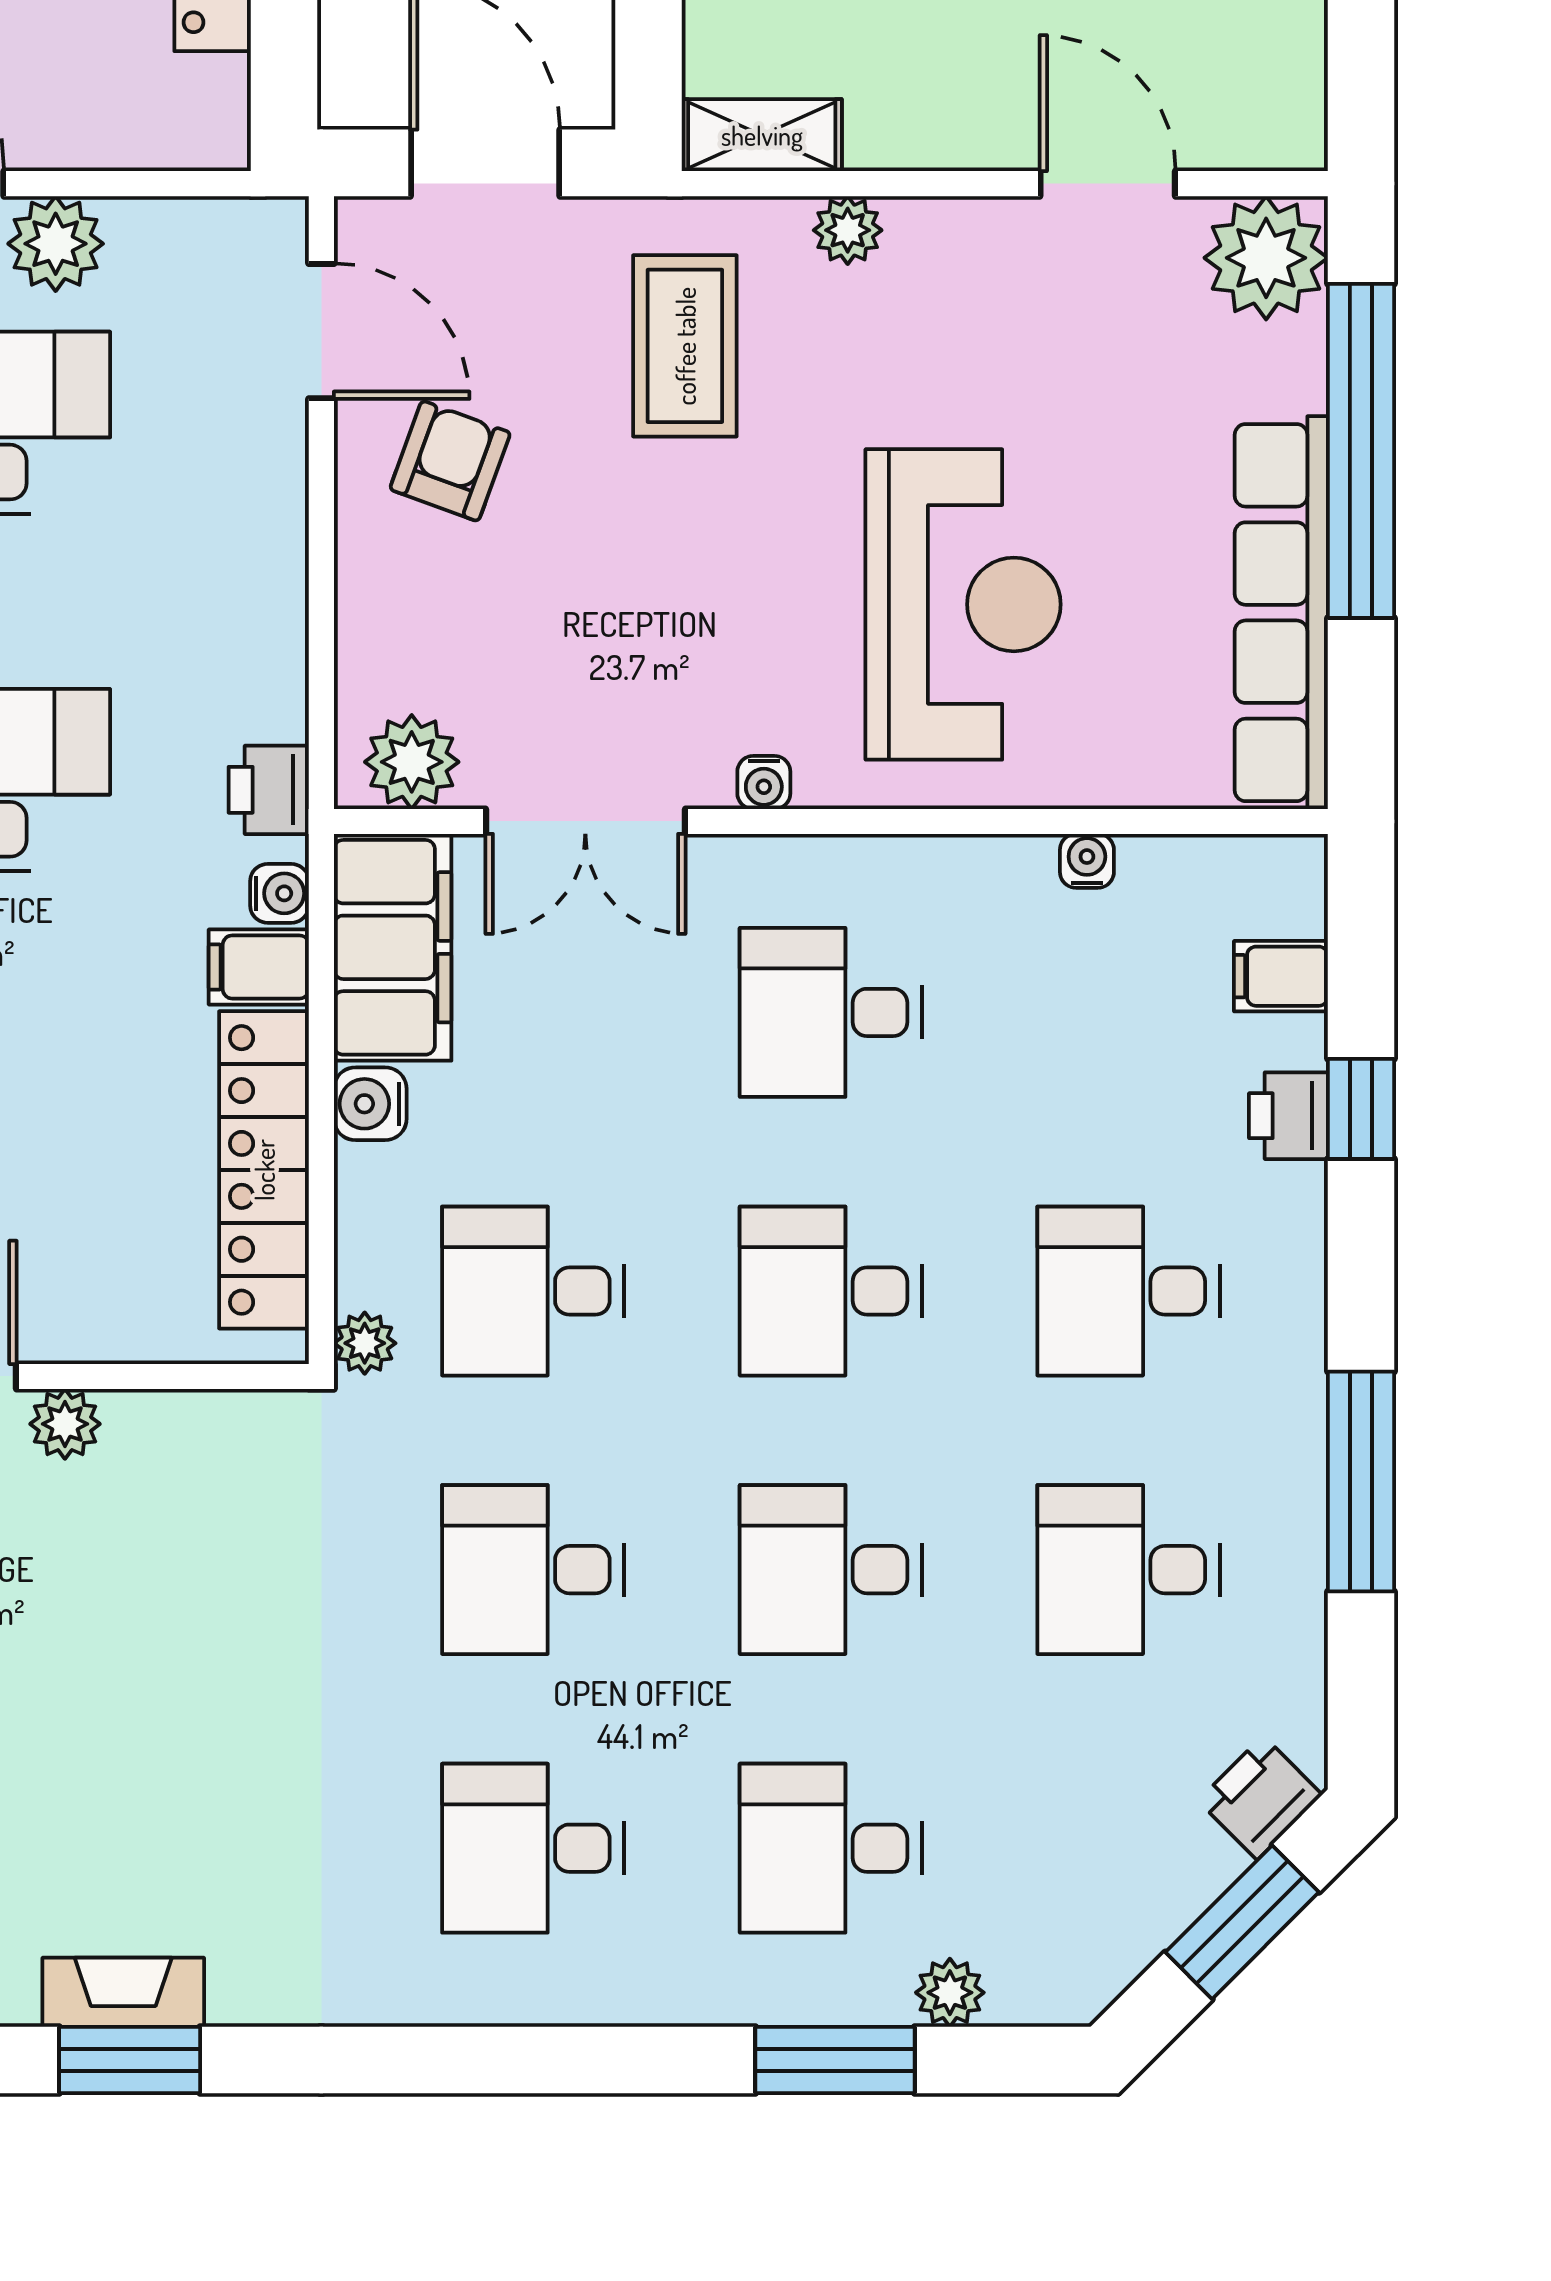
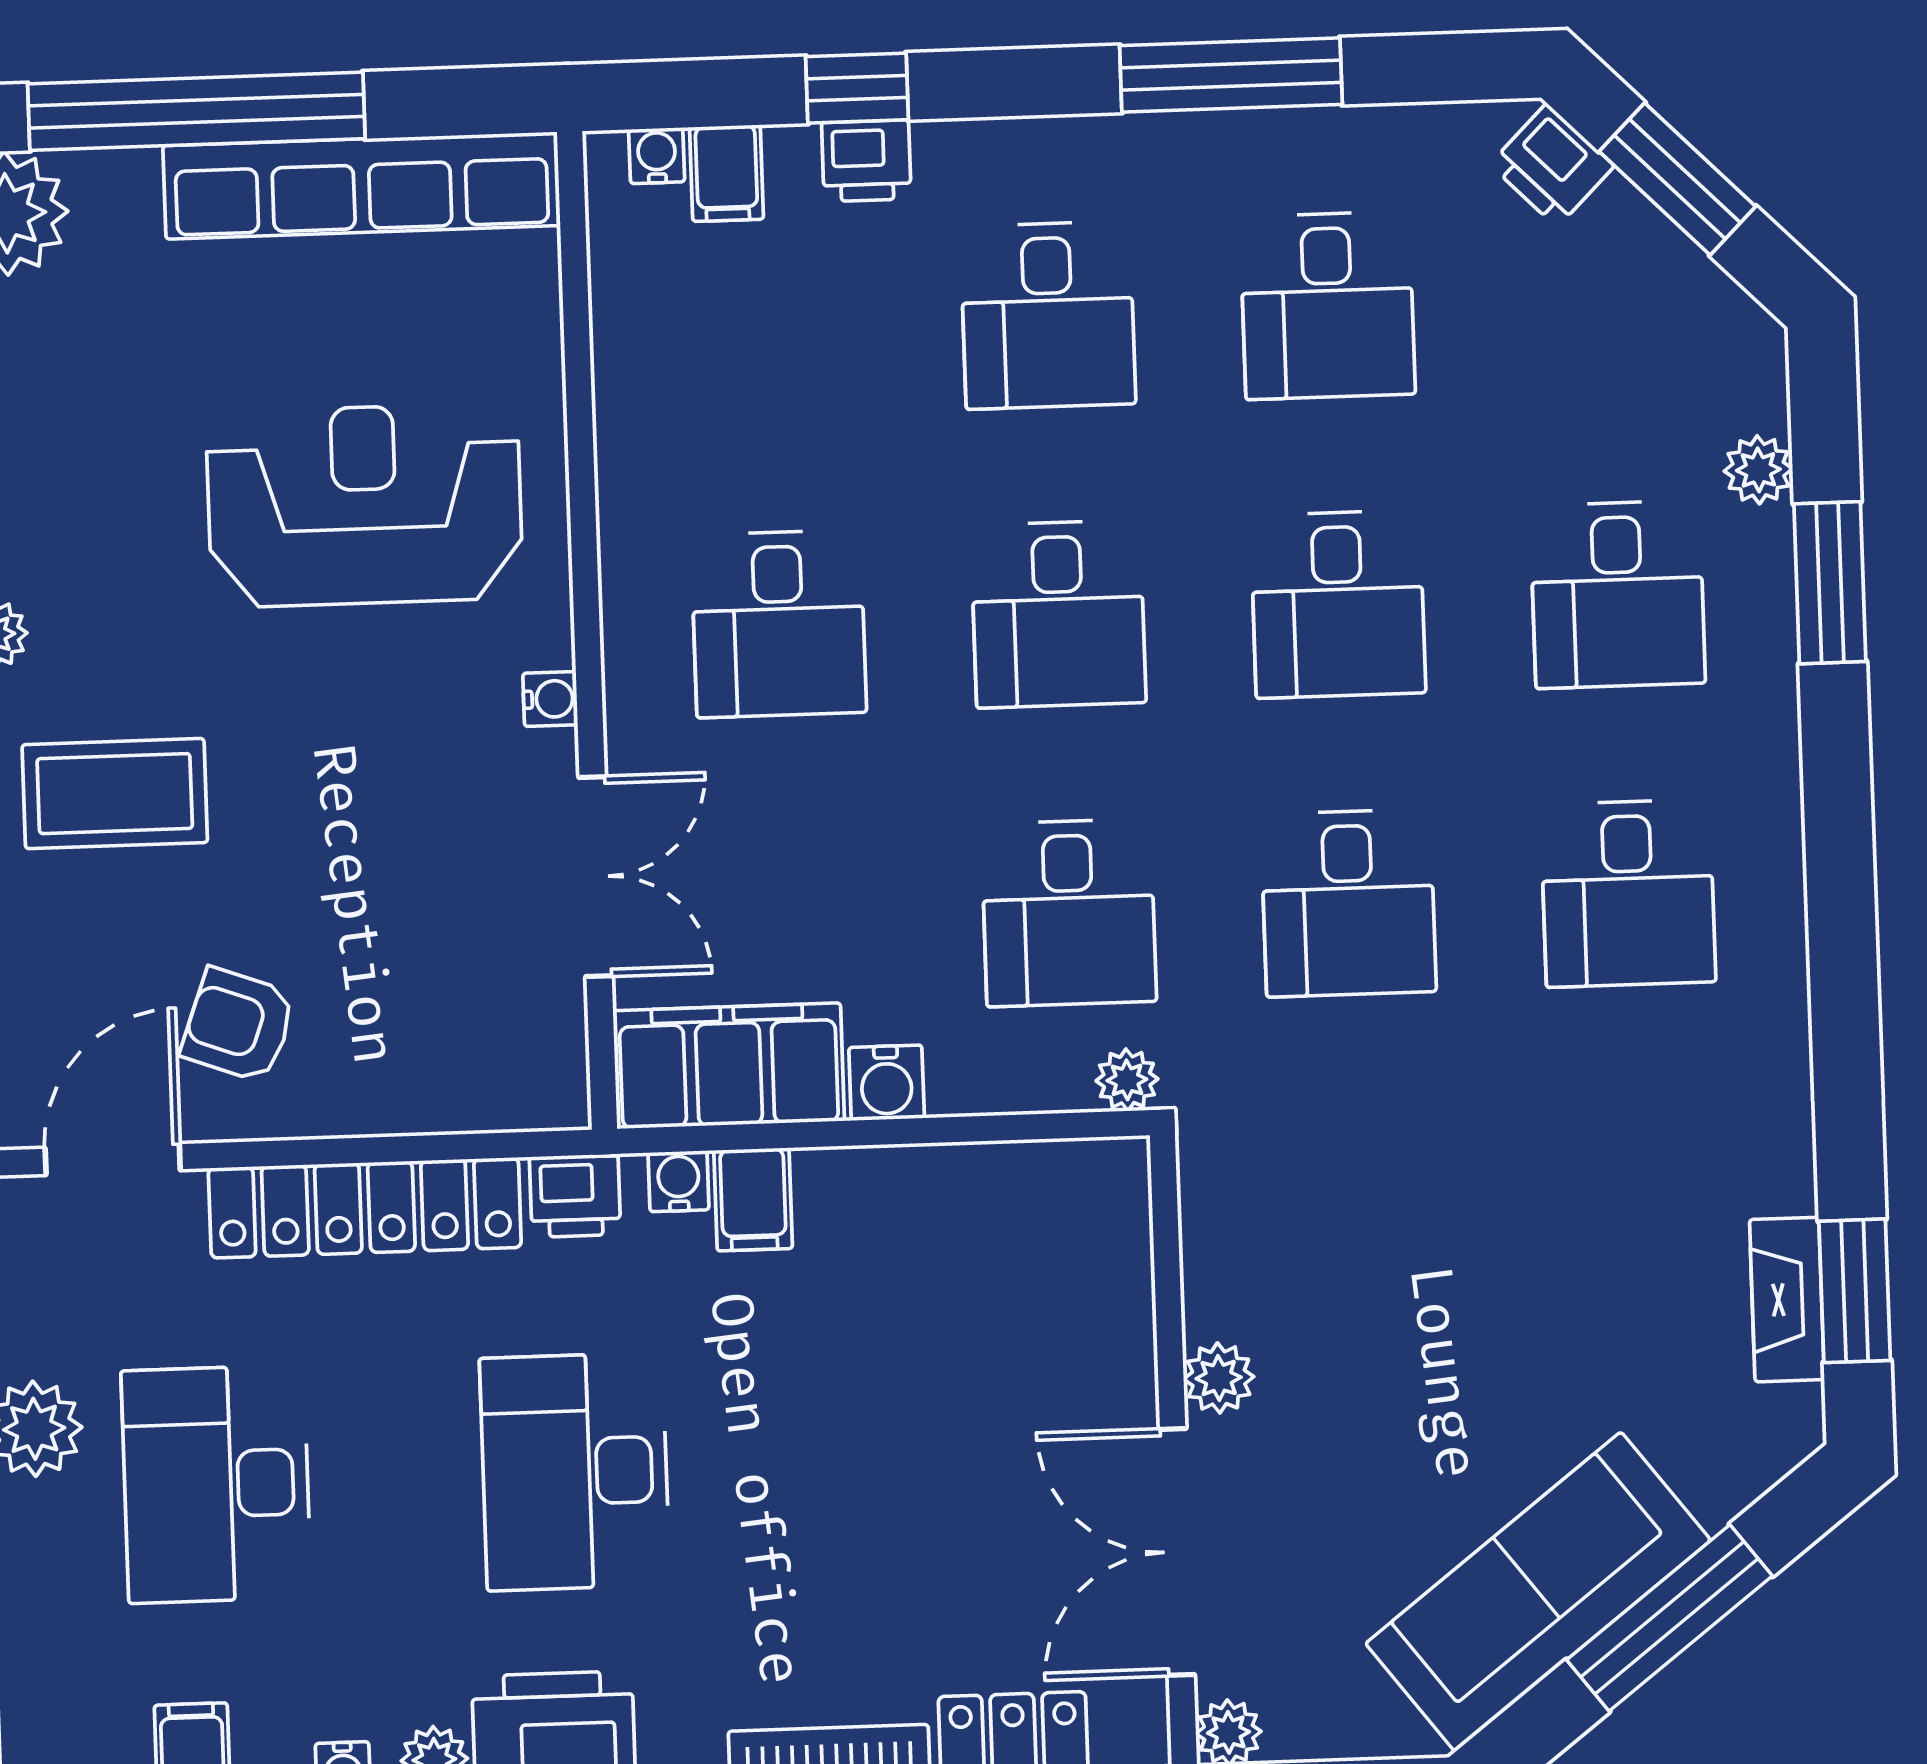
plant: (412, 762) -> (542, 1053), removed
water cooler: (1087, 861) -> (657, 156), moved, turned 90
locker: (264, 1170) -> (365, 1208), moved

